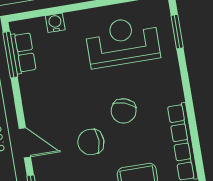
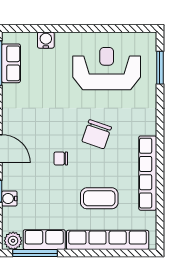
chair: (91, 142) -> (61, 158), width x0.54, depth x0.54

